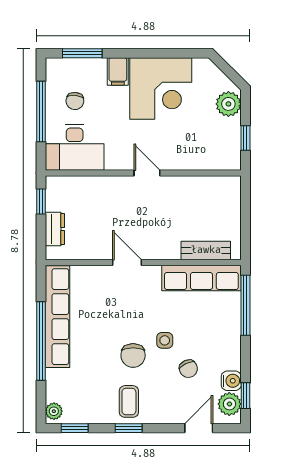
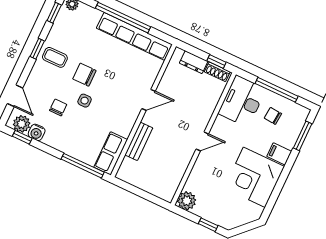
plant: (228, 104) -> (187, 201), moved
window: (245, 138) -> (208, 225), moved
shoe rack: (53, 195) -> (217, 72), added
bench: (206, 250) -> (139, 141), moved
row of seats: (201, 278) -> (111, 153), width x0.68
chair: (188, 369) -> (58, 107), turned 115

